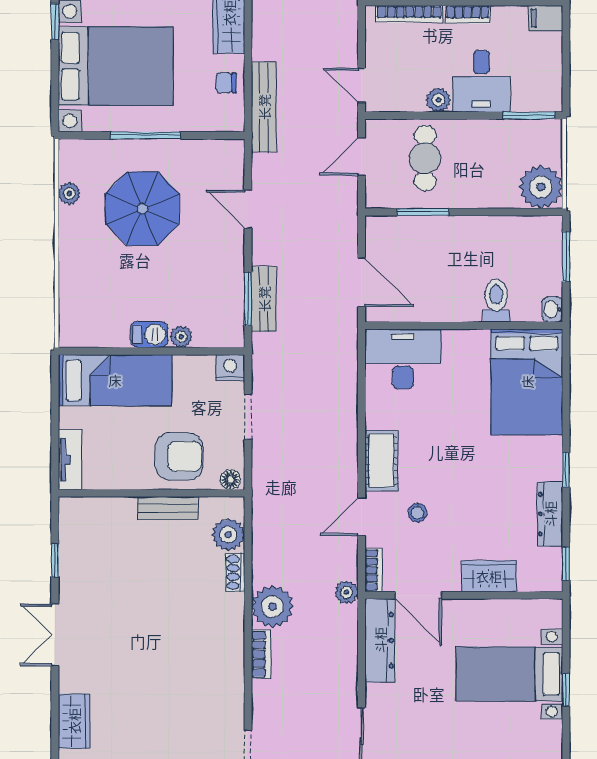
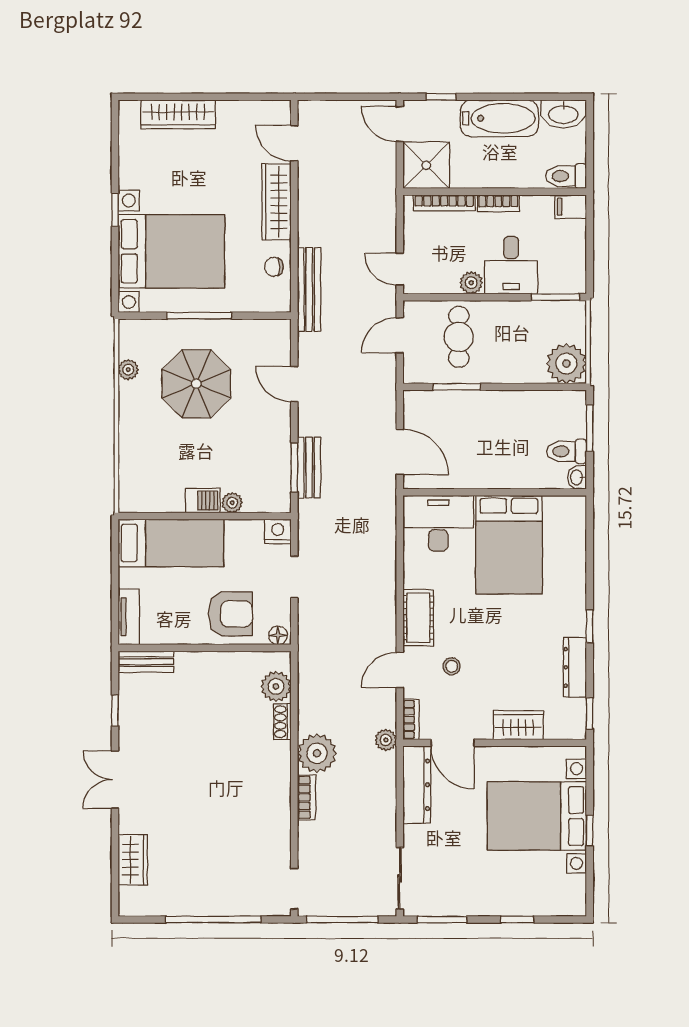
toilet: (496, 301) -> (566, 451), moved, turned -90
bed: (527, 382) -> (509, 545), moved
bench: (168, 508) -> (146, 662), moved
bed with nightstands: (509, 674) -> (537, 816), width x1.36

